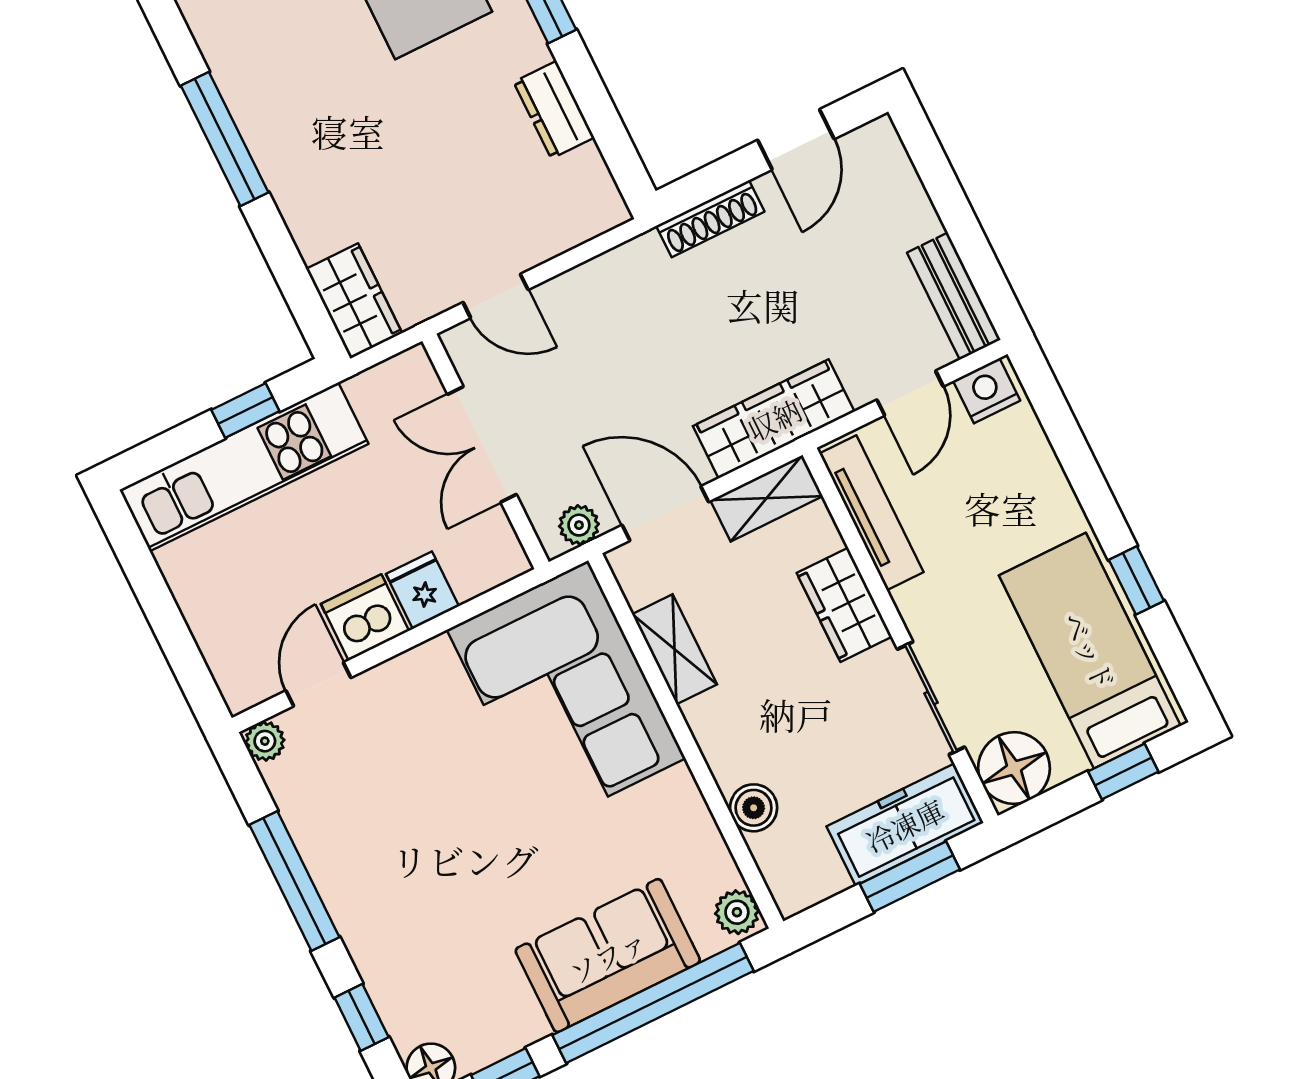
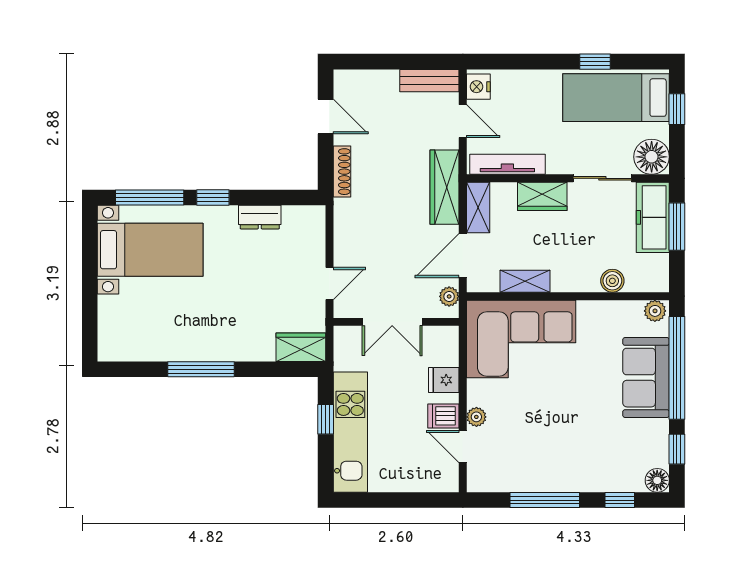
dishwasher: (365, 617) -> (443, 416), width x0.73
plant: (265, 741) -> (476, 417), moved

